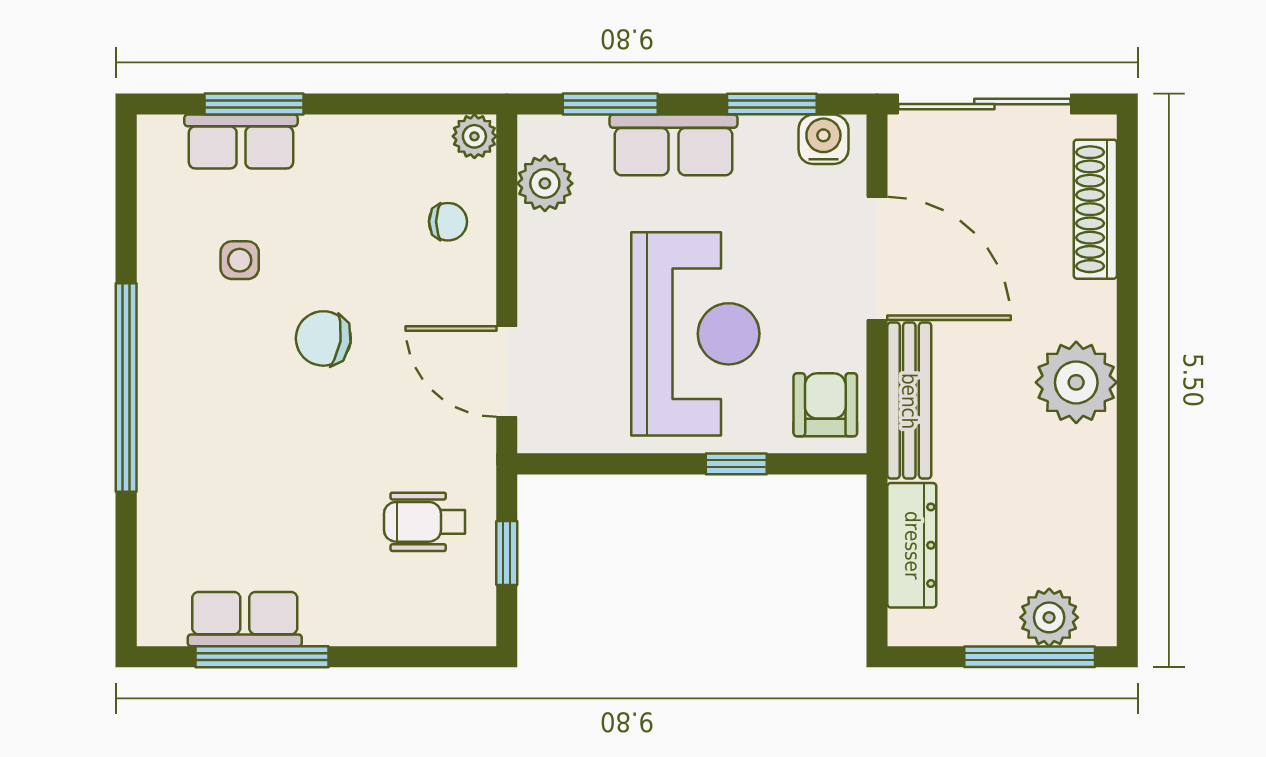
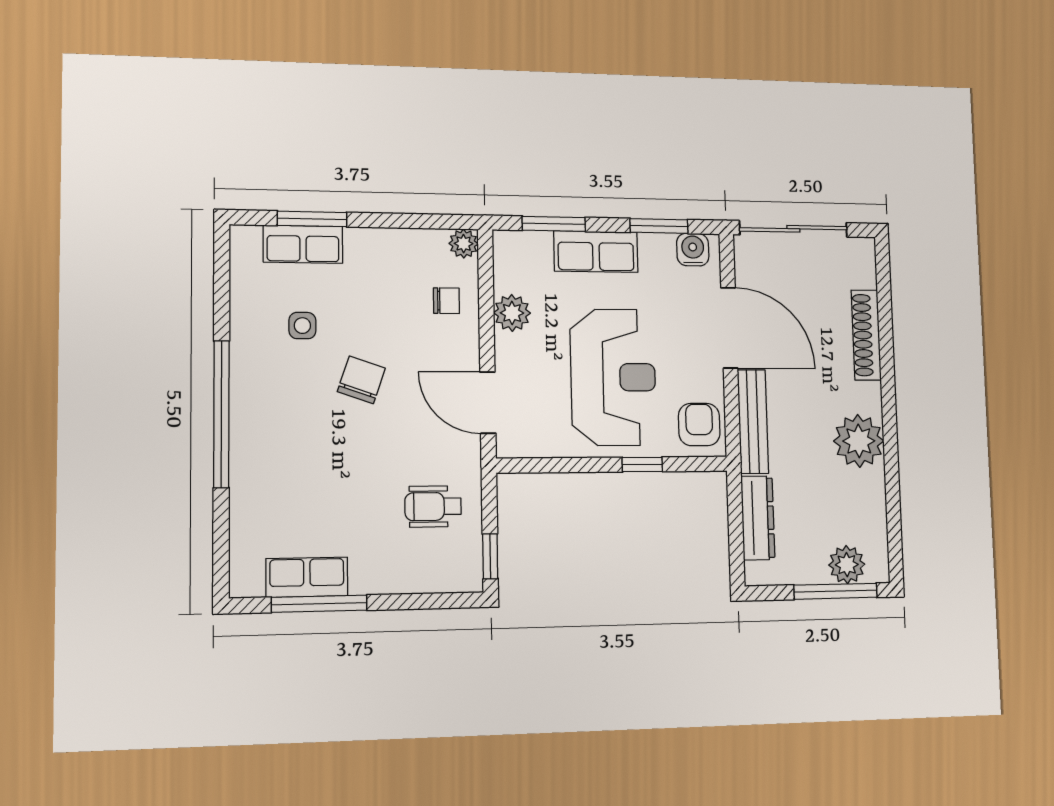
plant: (545, 183) -> (512, 313), moved
shoe rack: (1095, 209) -> (866, 335), moved
chair: (323, 338) -> (361, 380), turned 100
plant: (1076, 382) -> (859, 441), moved
window: (507, 553) -> (490, 556), moved

